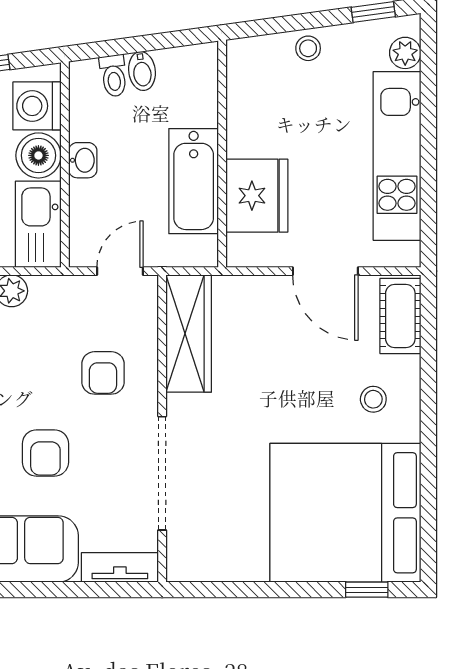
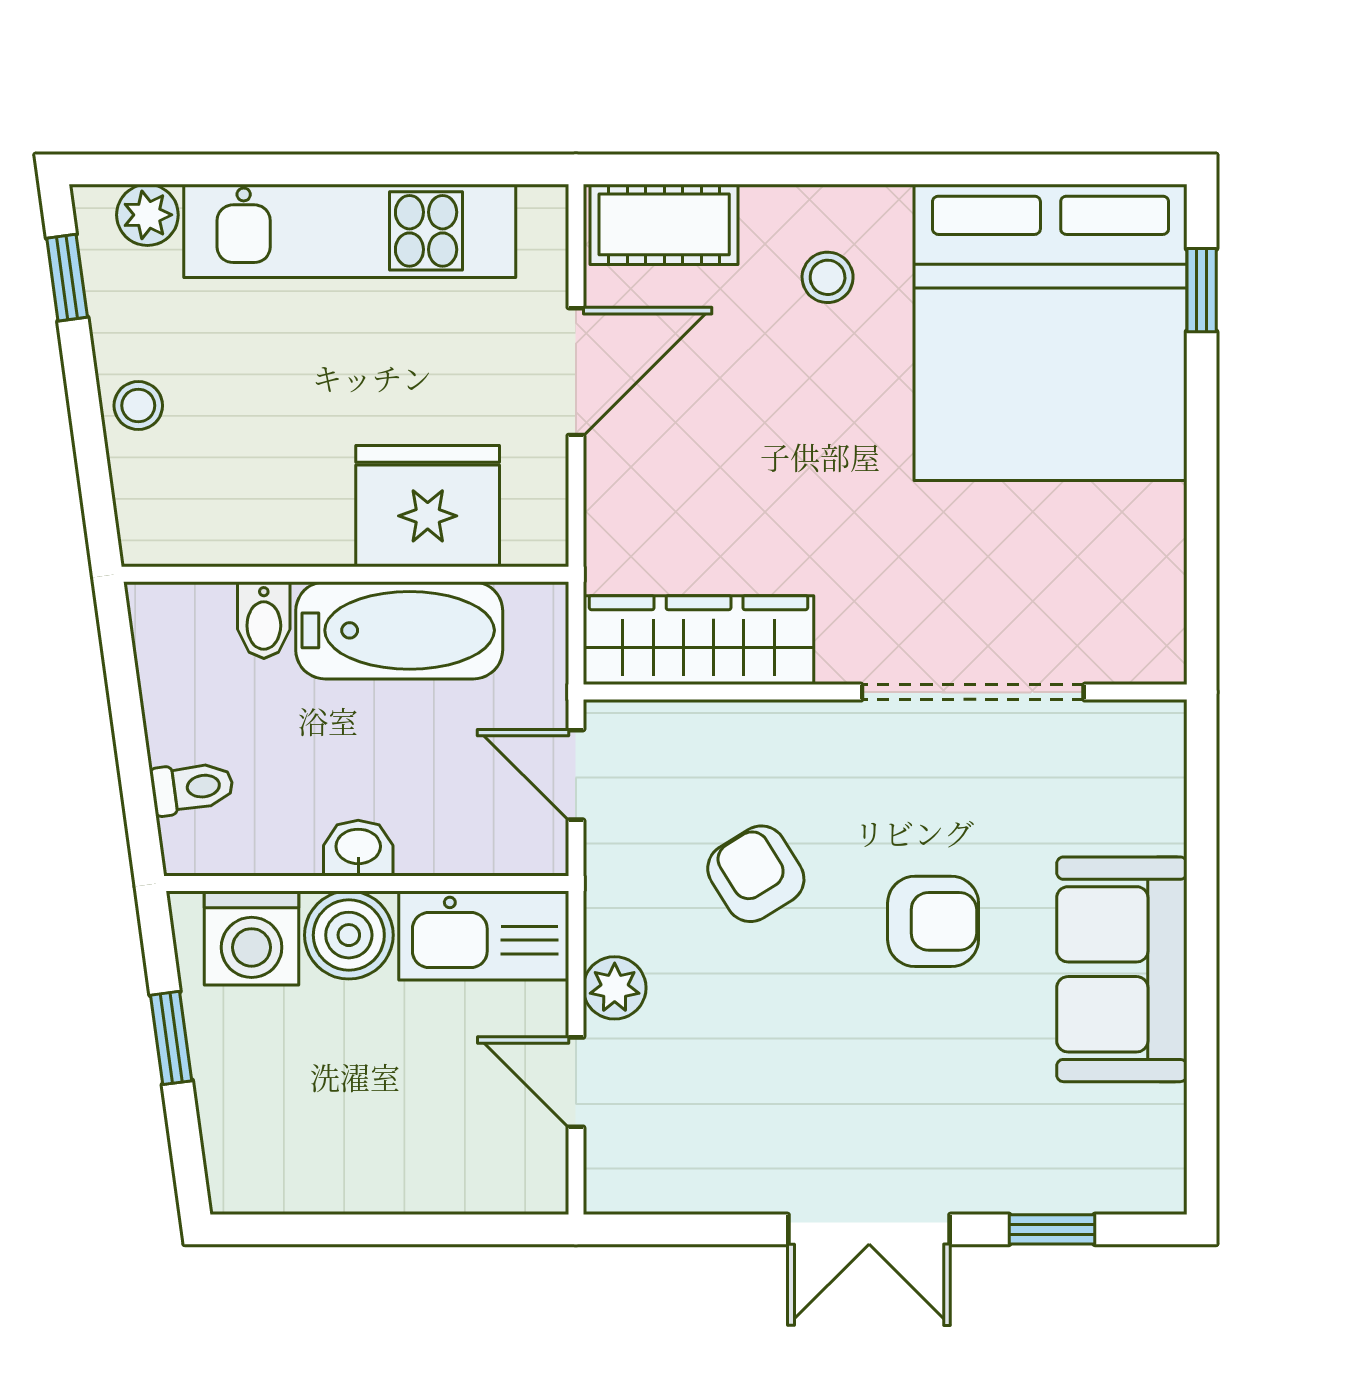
bidet: (142, 71) -> (264, 620), moved, turned 98
armchair: (103, 373) -> (756, 874), moved, turned -122
tv unit: (120, 567) -> (1158, 775), removed

